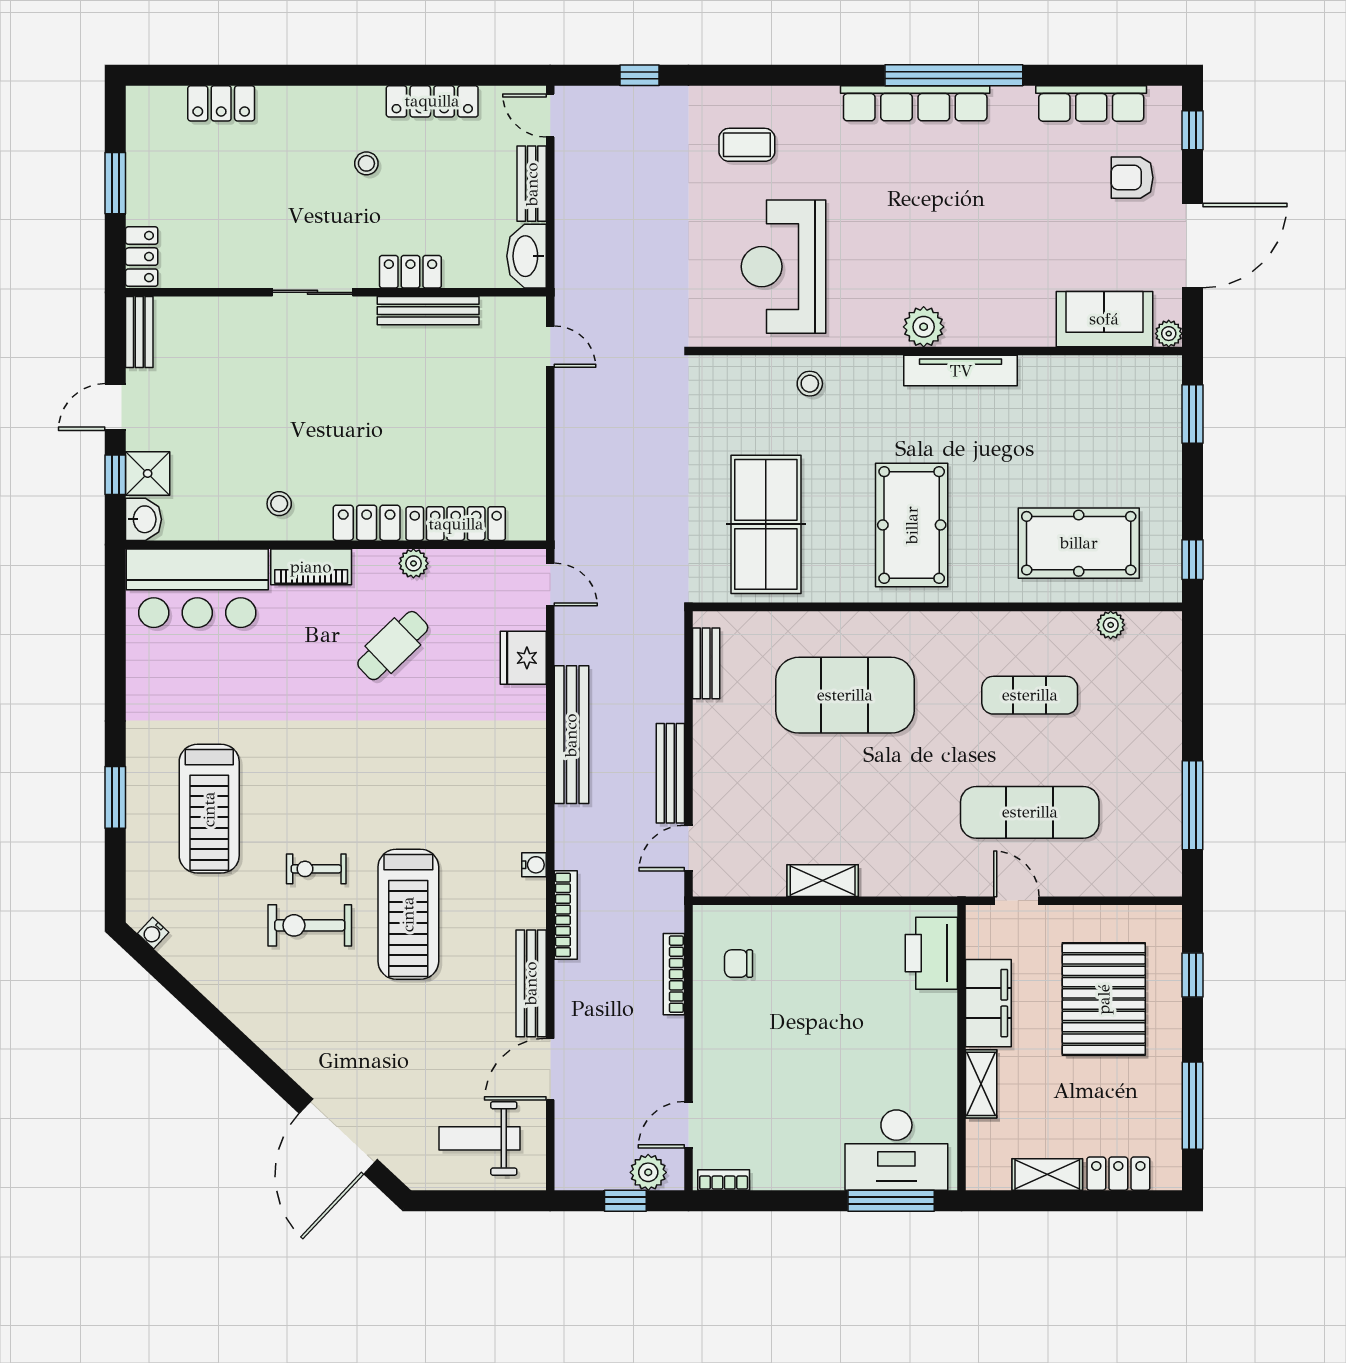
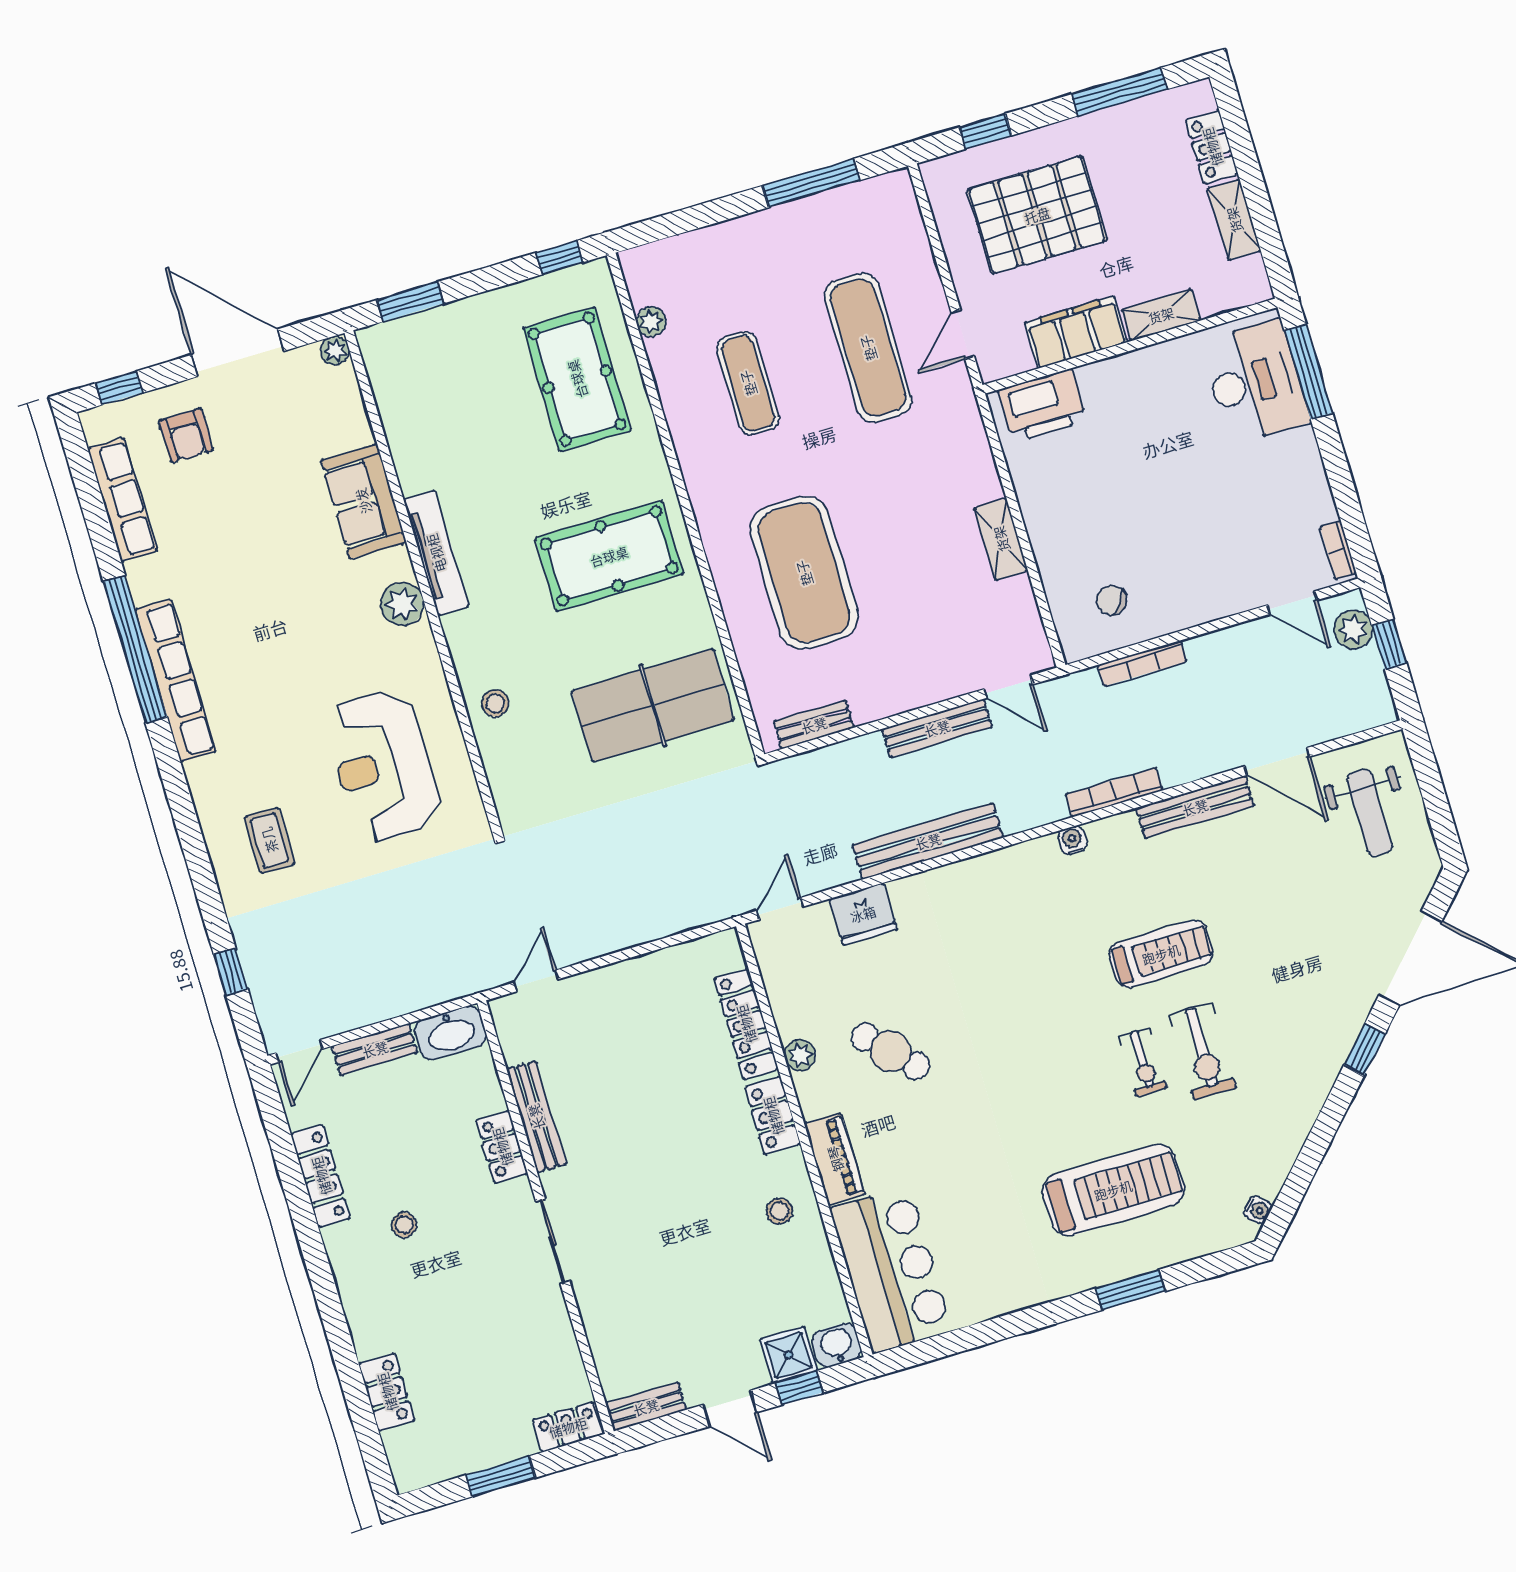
reception desk: (784, 267) -> (383, 766), turned 90
sofa: (1104, 319) -> (363, 501), moved
treadmill: (408, 914) -> (1161, 954), width x0.73, depth x0.73
chair: (739, 964) -> (1112, 600), turned 127
window: (269, 1071) -> (1365, 1049), added

